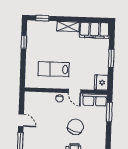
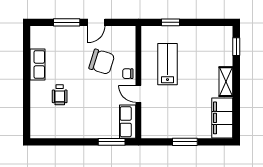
window: (24, 42) -> (171, 22), moved
fridge: (101, 82) -> (152, 130), removed
door: (75, 91) -> (138, 94), hinge flipped
chair: (75, 127) -> (102, 62), moved

